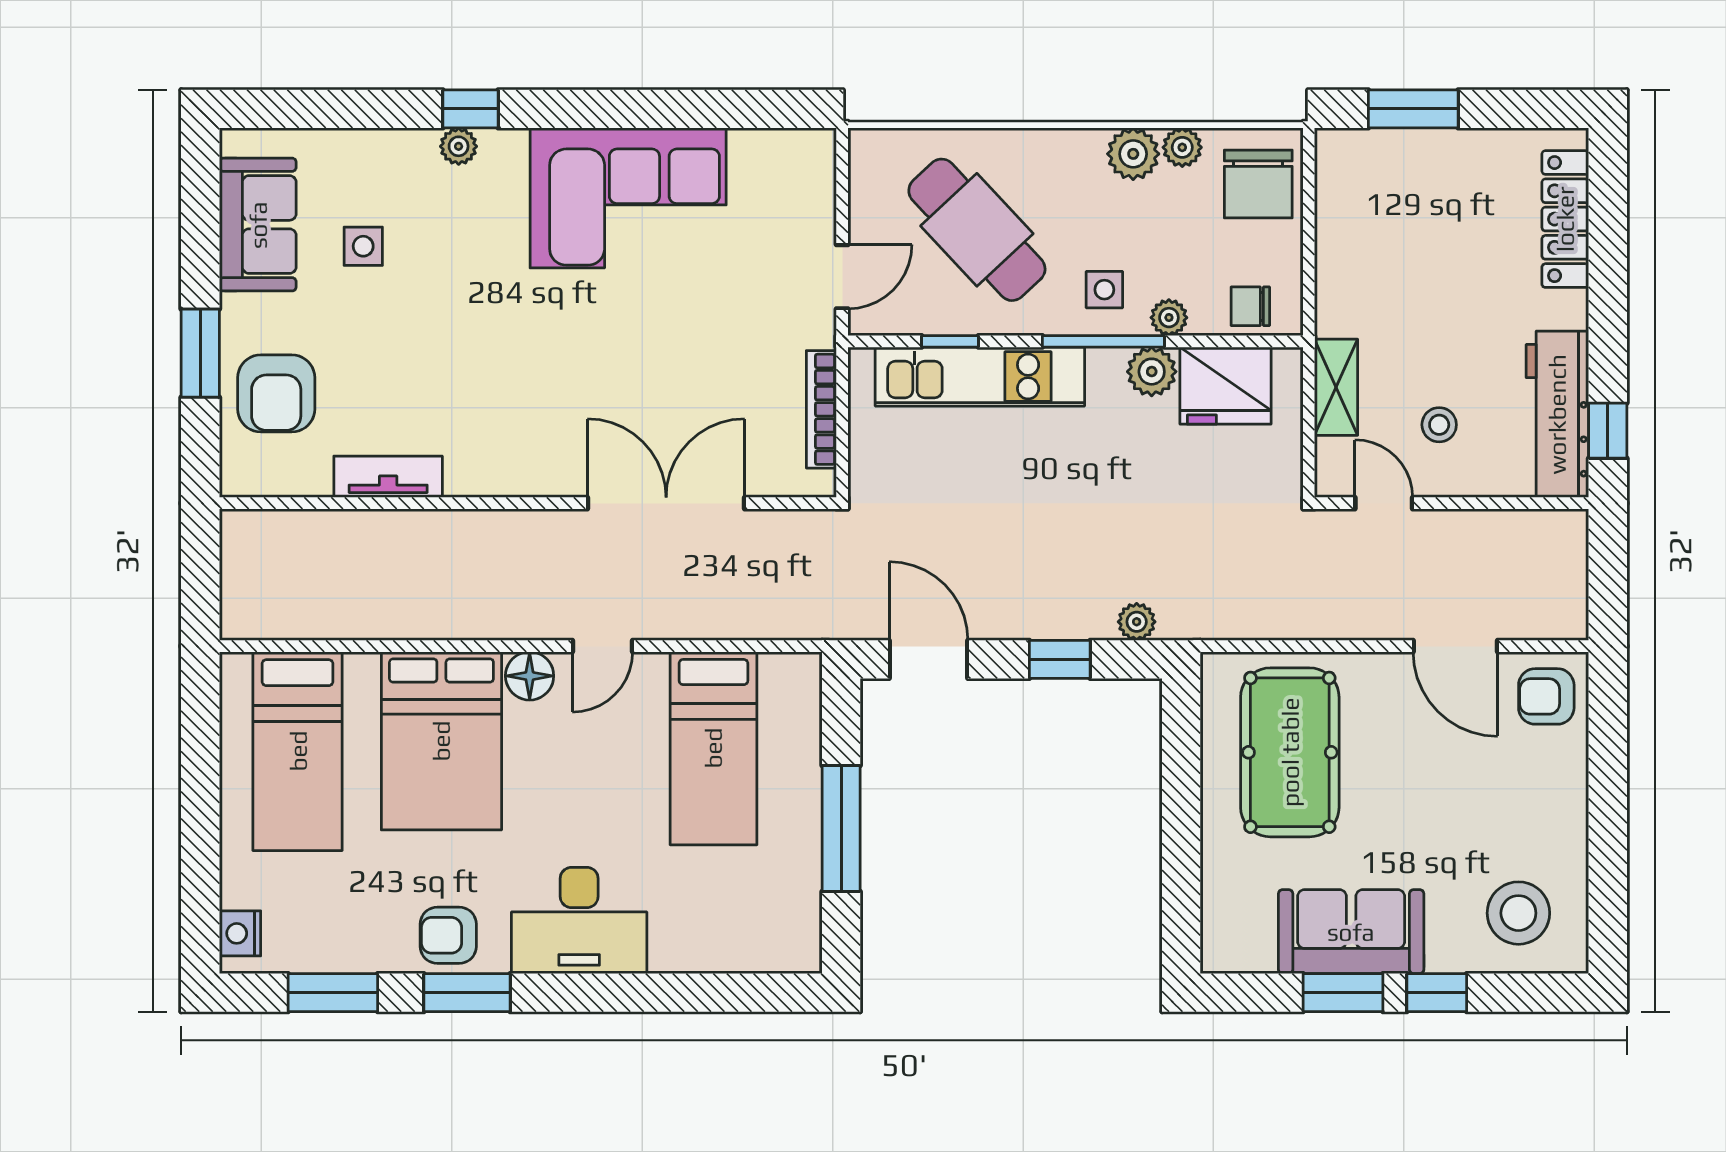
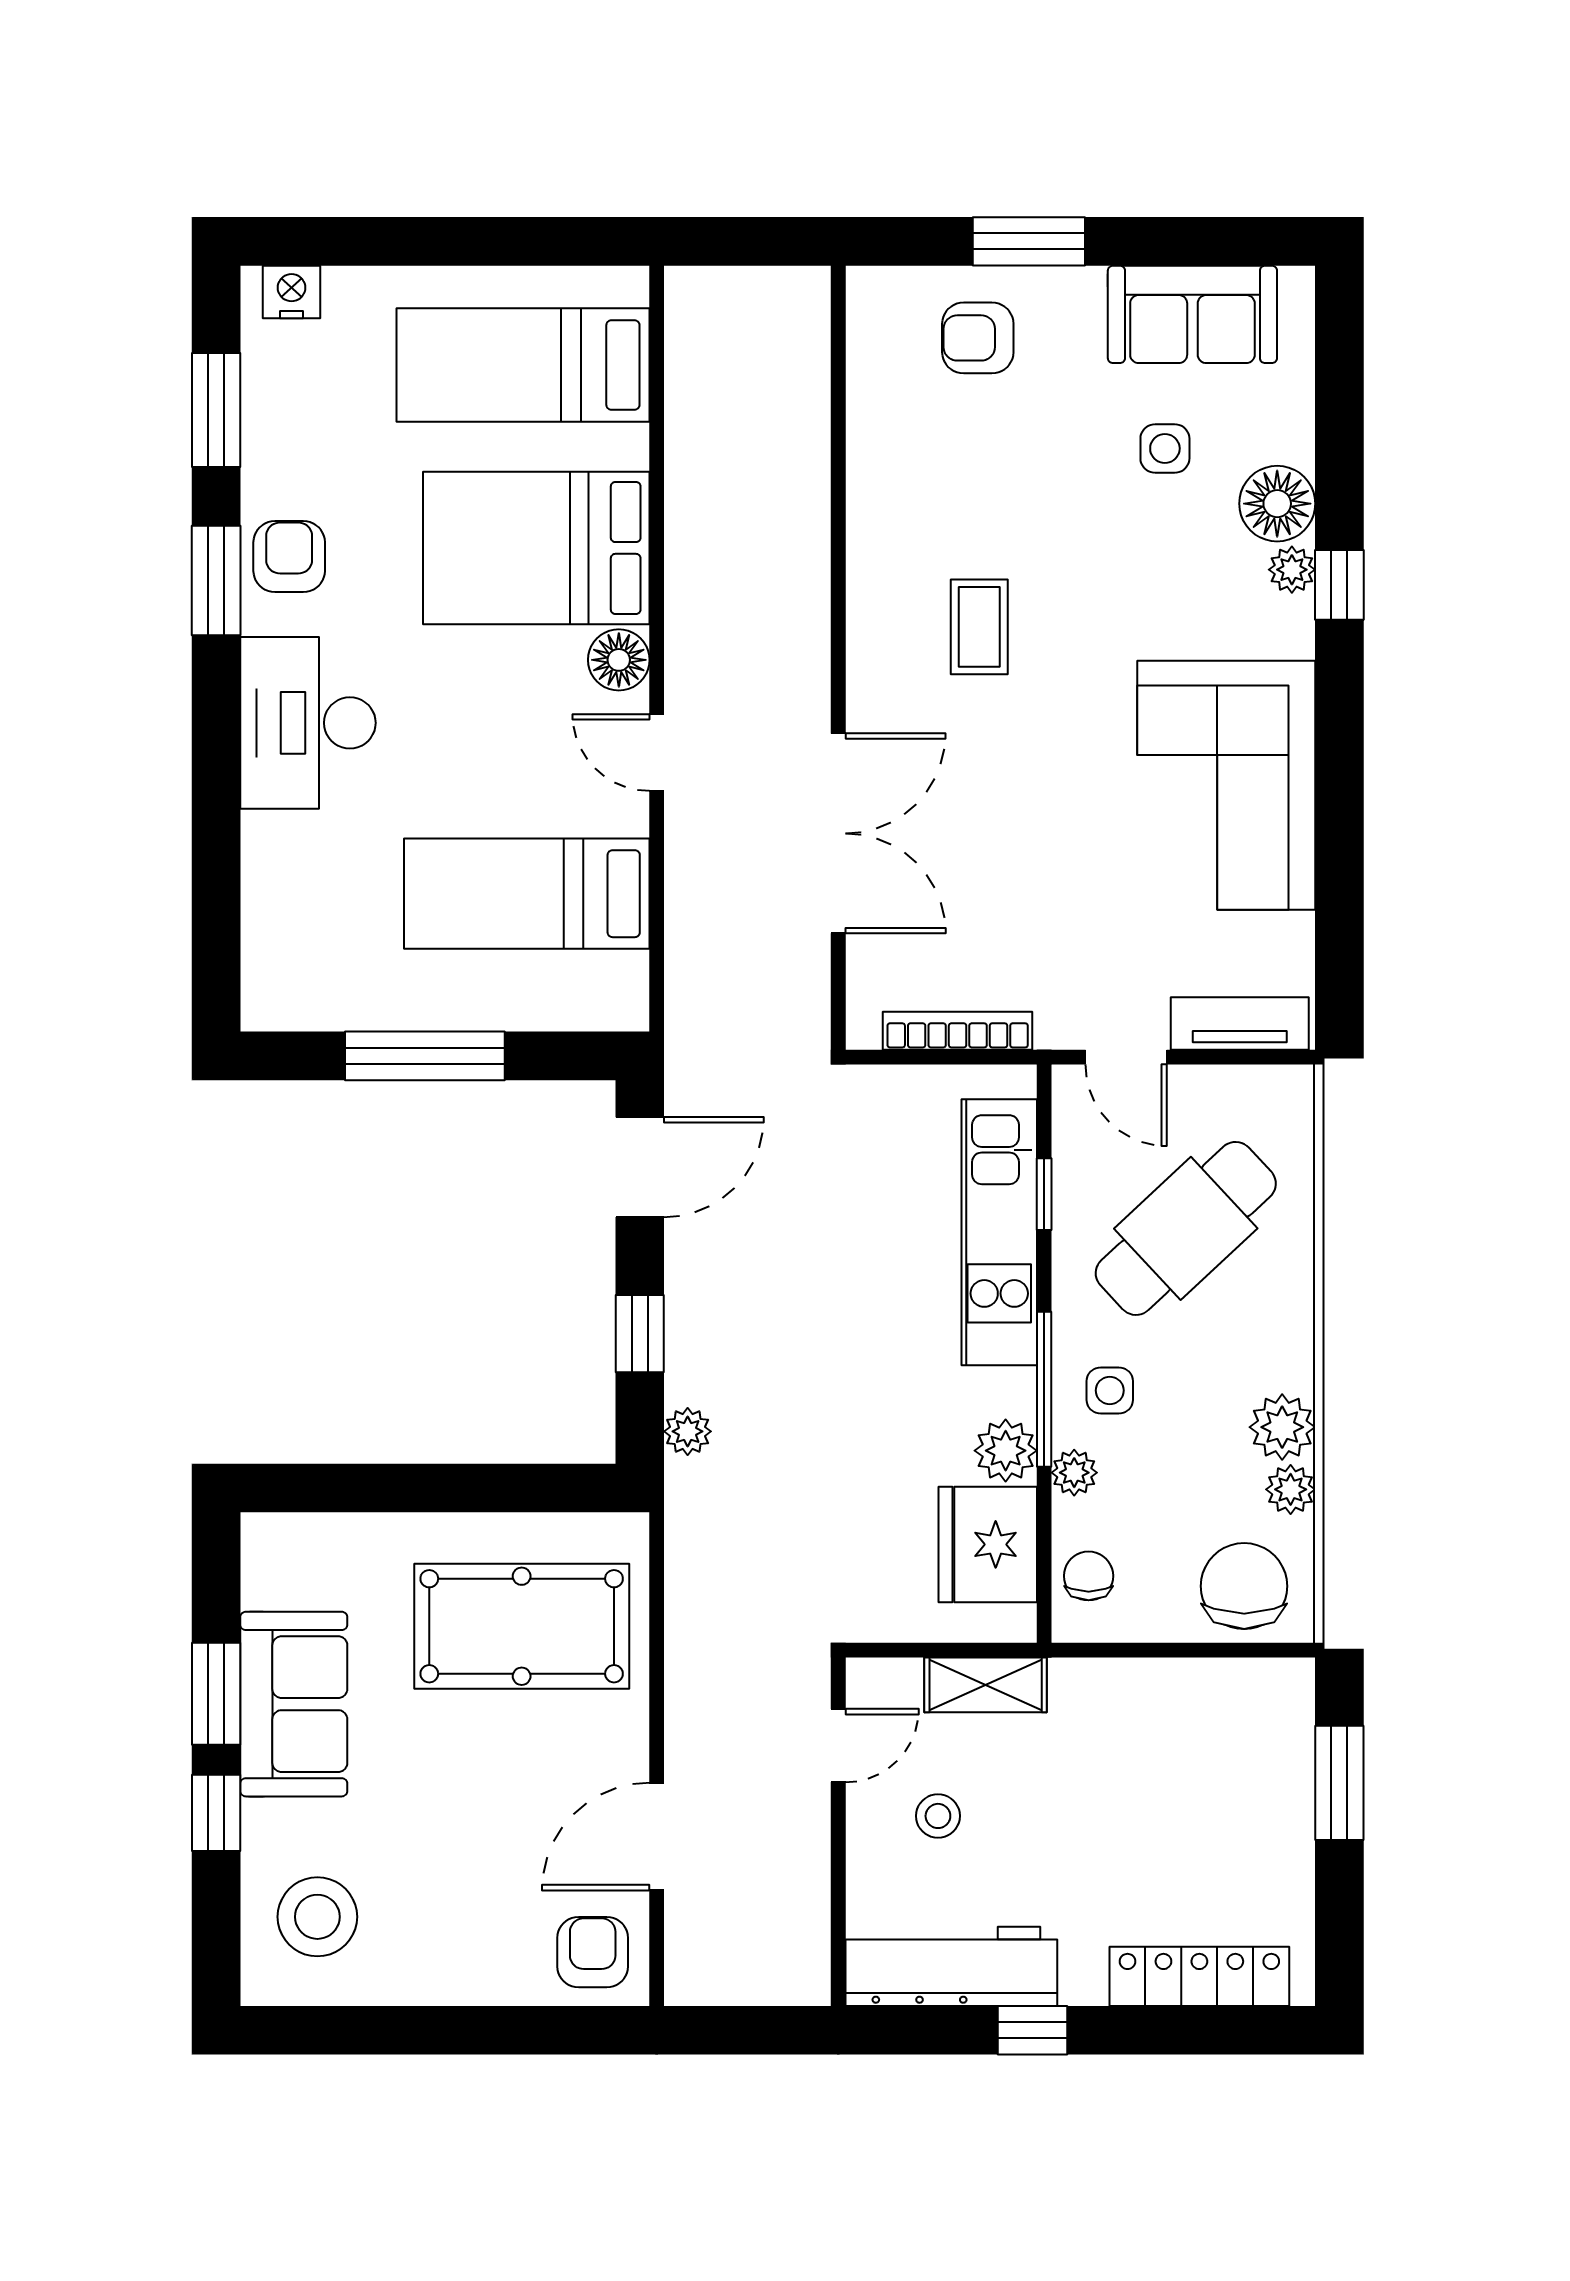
floor lamp: (407, 158) -> (1277, 504), added
chair: (1258, 184) -> (1244, 1586), turned 90
coffee table: (504, 392) -> (979, 627), added
armchair: (276, 393) -> (978, 338), width x0.72, depth x0.72
window: (1608, 431) -> (1033, 2030), moved
tv unit: (388, 477) -> (1240, 1024), moved, turned -90

